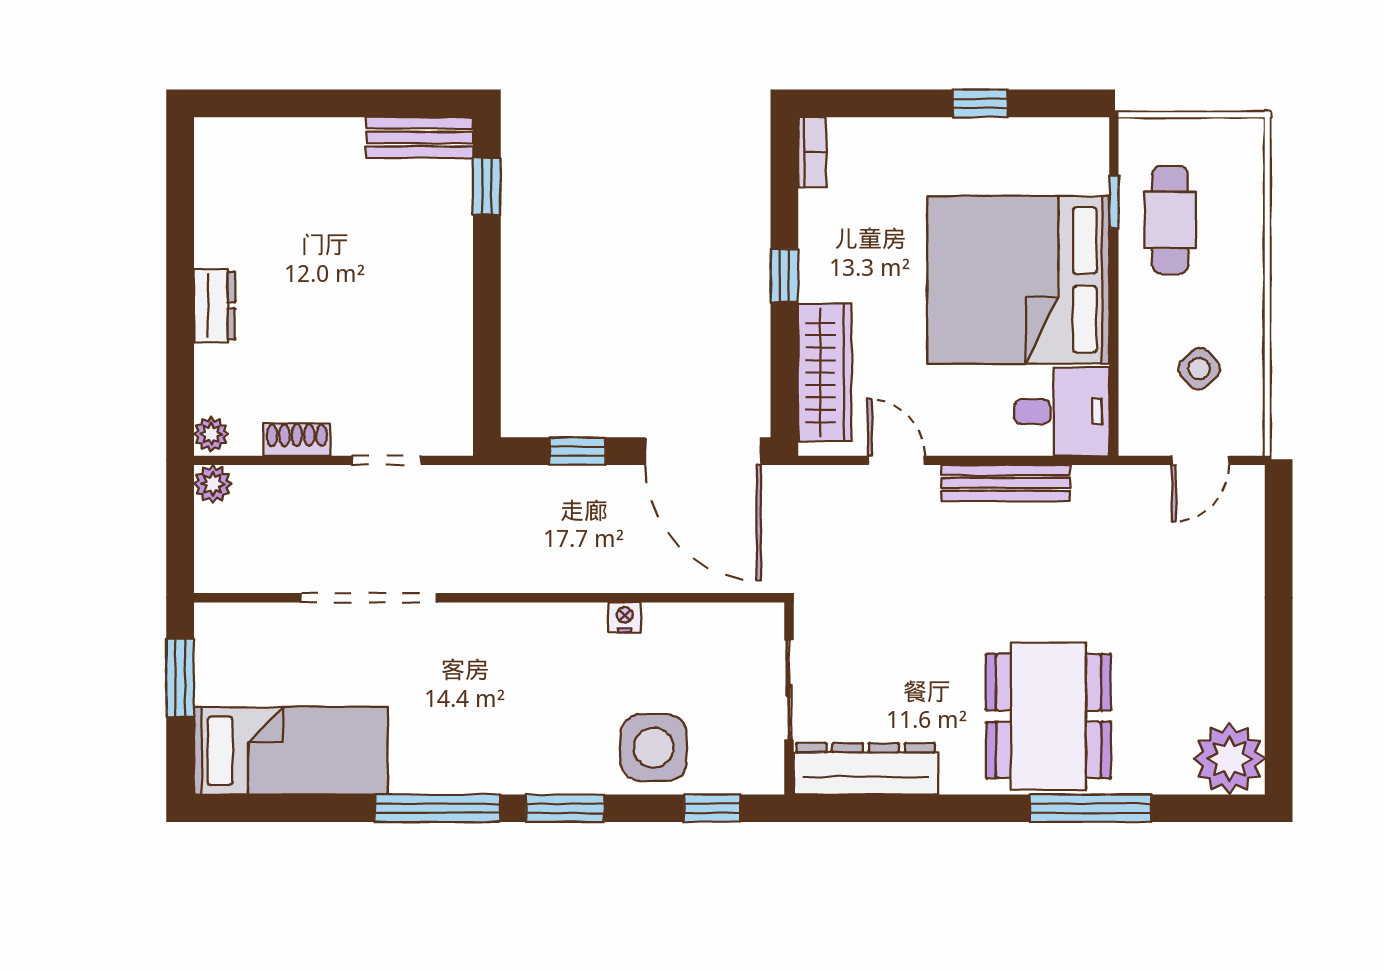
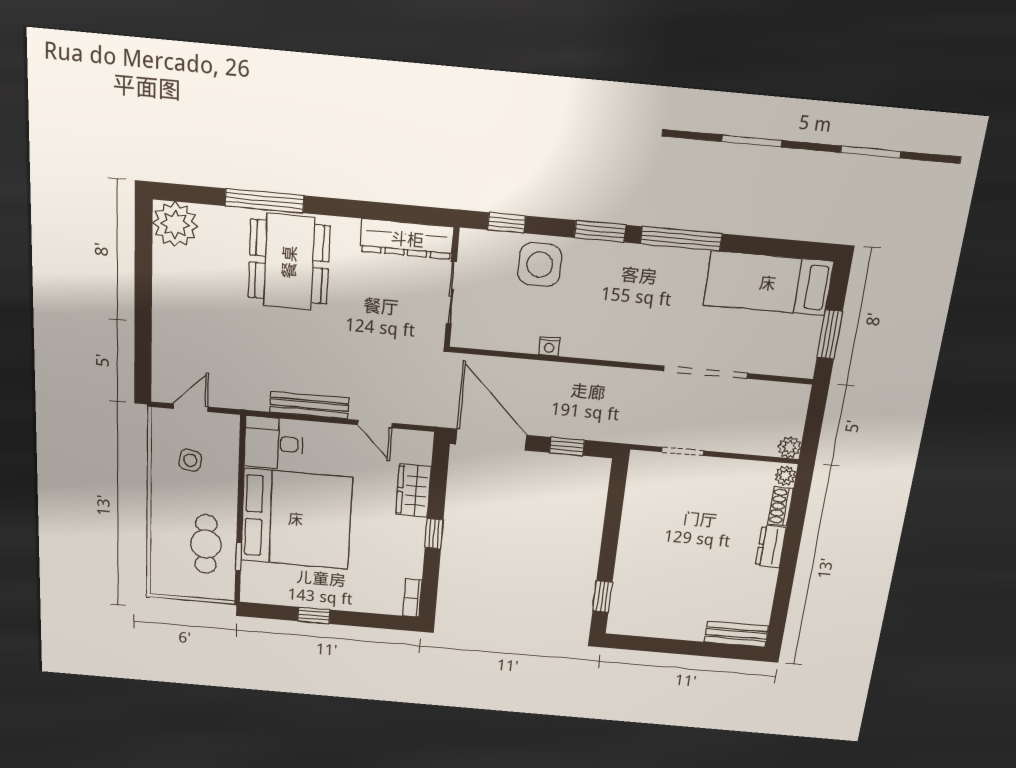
bench: (420, 137) -> (736, 634), moved
side table: (1199, 369) -> (190, 460), turned -38
wardrobe: (825, 372) -> (413, 491), width x0.67
shoe rack: (297, 439) -> (780, 506), moved, turned 90

